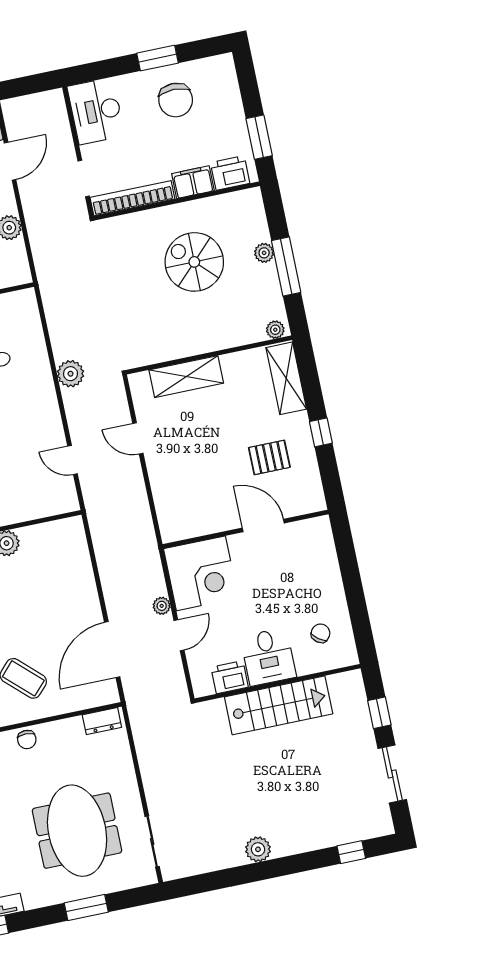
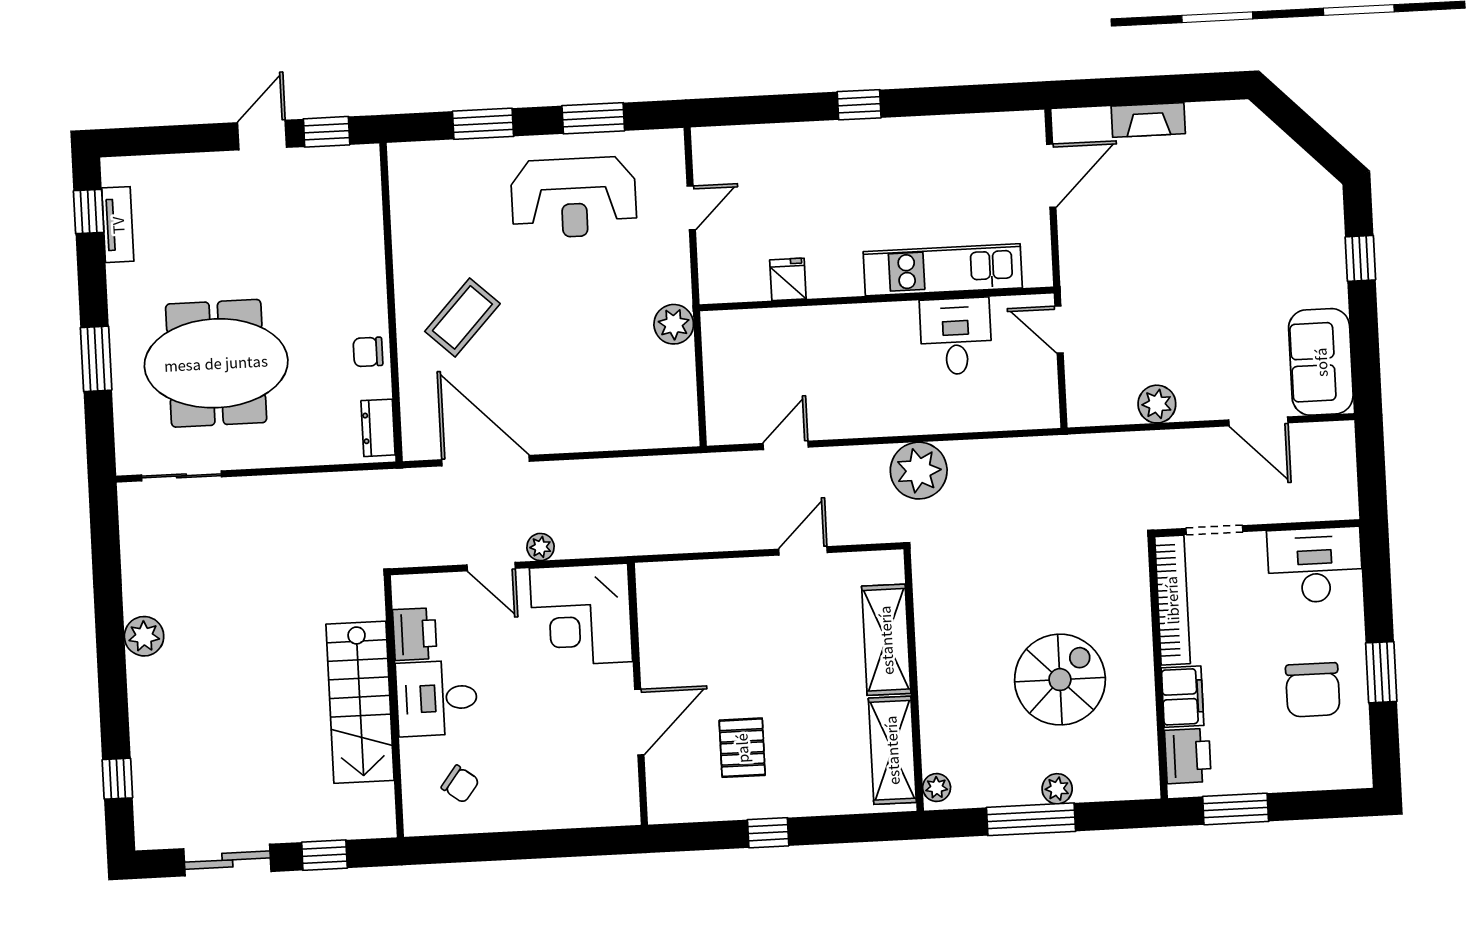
chair: (176, 100) -> (1313, 690), turned -90
plant: (71, 374) -> (919, 471), width x1.36, depth x1.36
shelving: (286, 378) -> (892, 750), moved, turned 90
chair: (27, 740) -> (368, 352), moved

